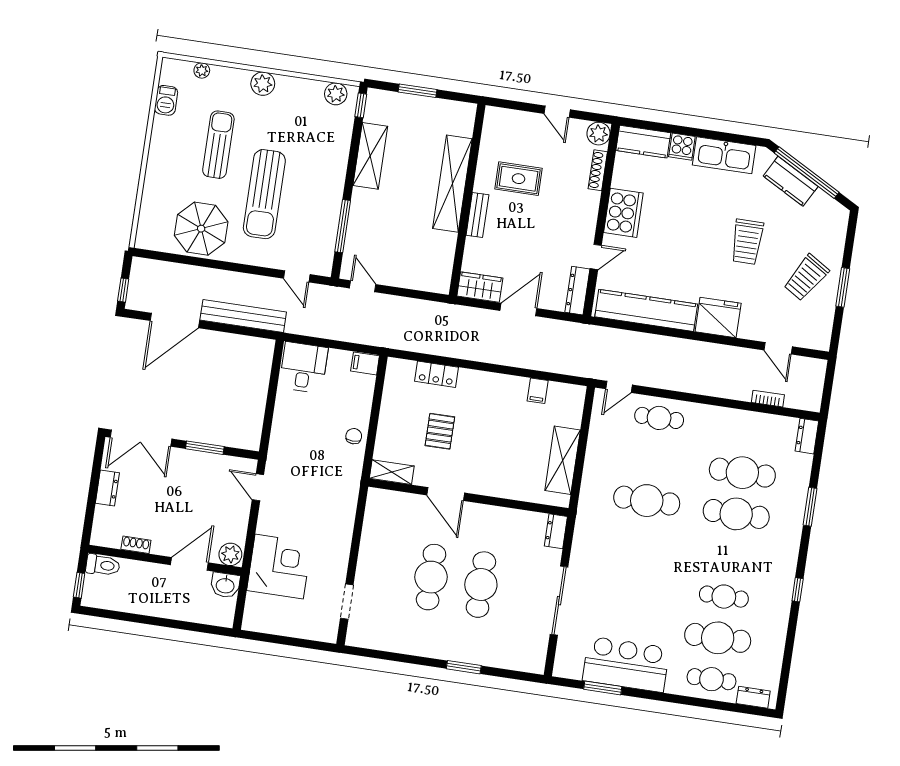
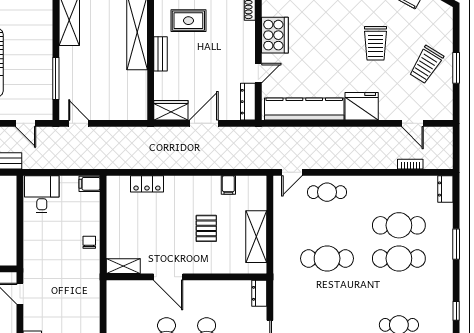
pallet: (440, 431) -> (206, 228), moved

